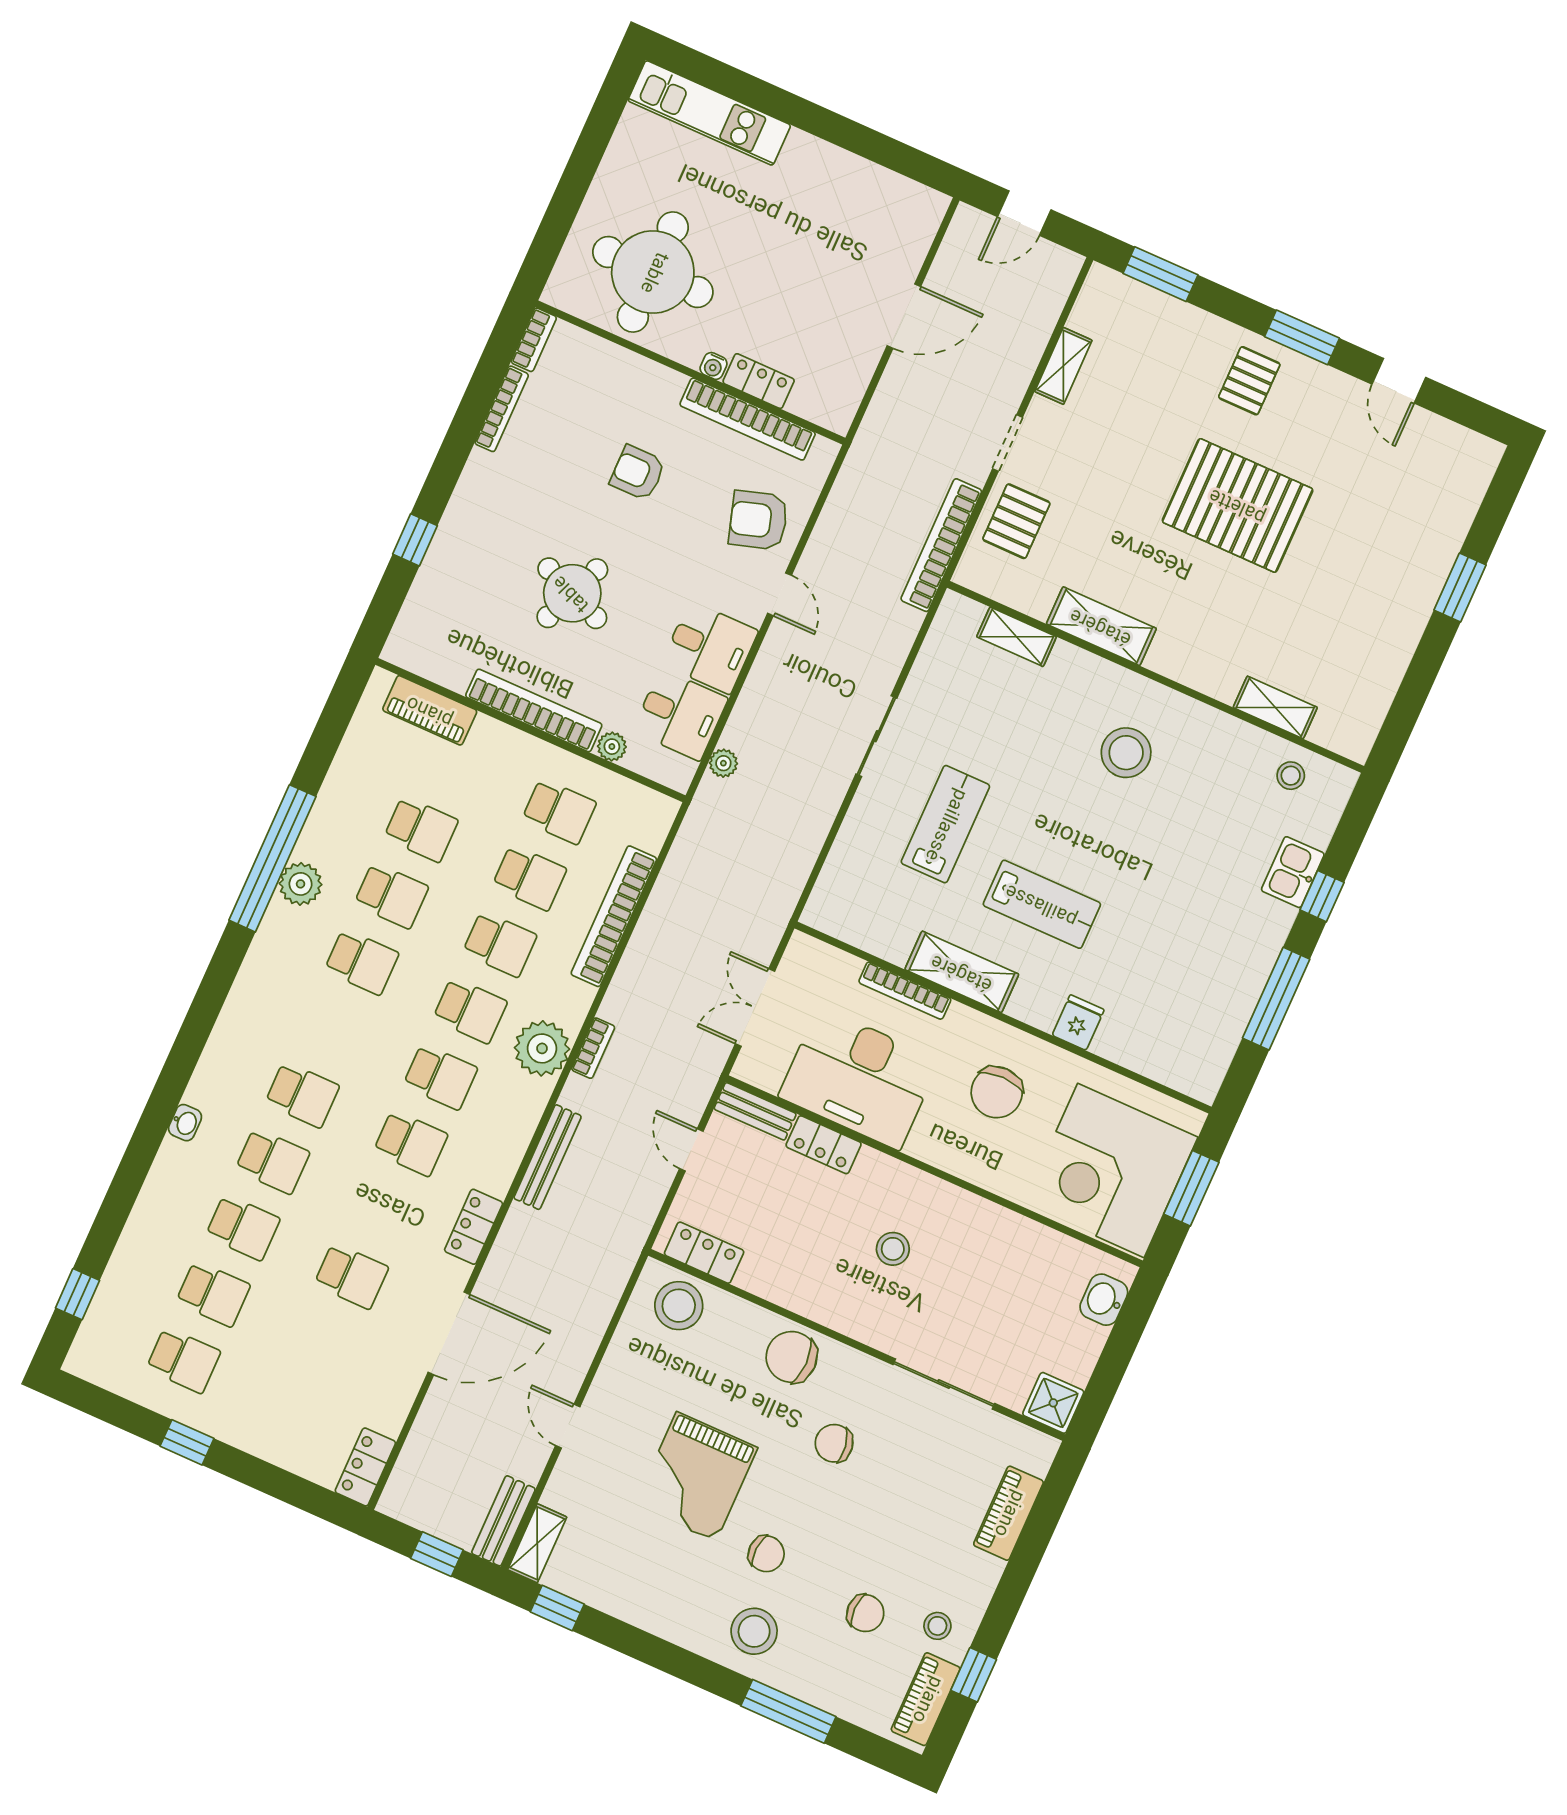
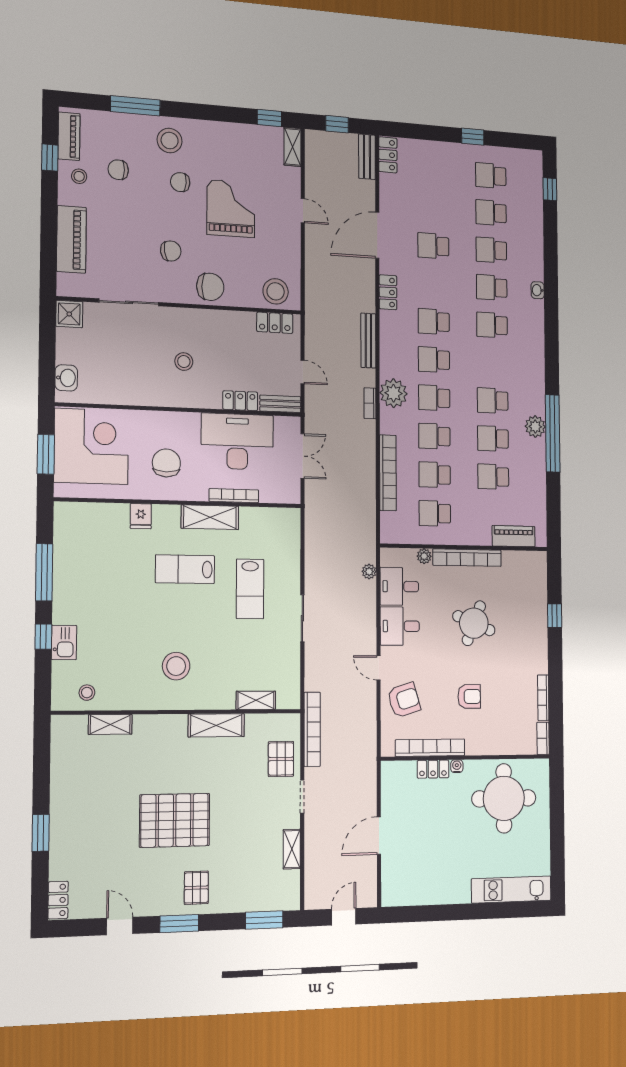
locker: (1478, 469) -> (58, 900), added
piano: (1008, 1513) -> (71, 239), width x1.37, depth x1.33
bench: (503, 1521) -> (367, 157), moved

